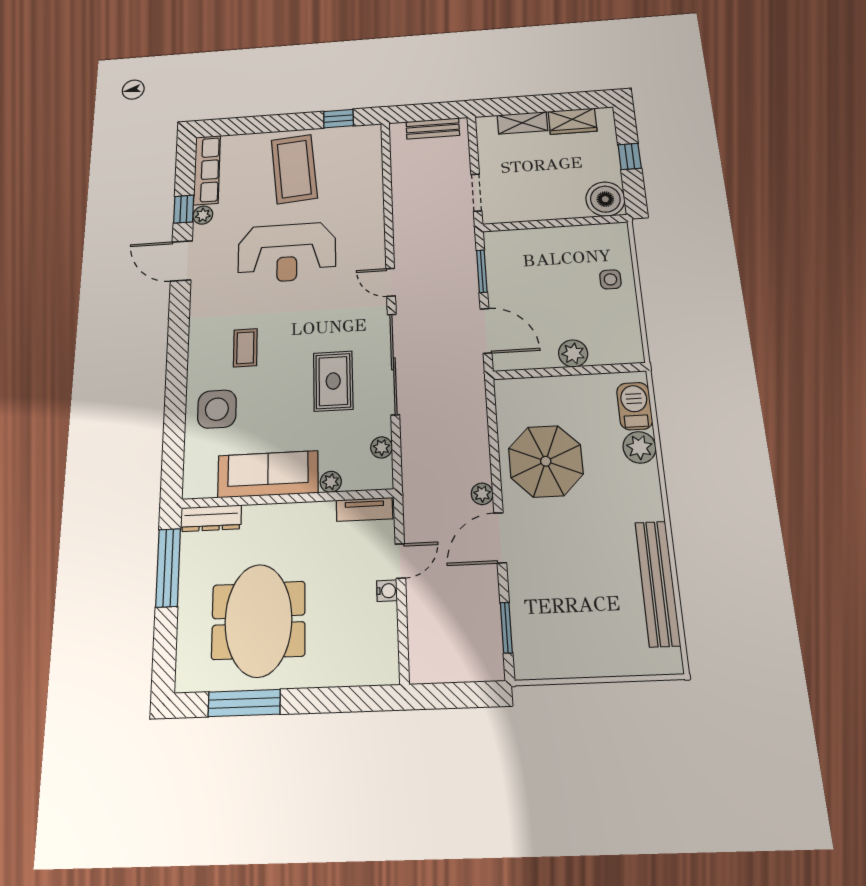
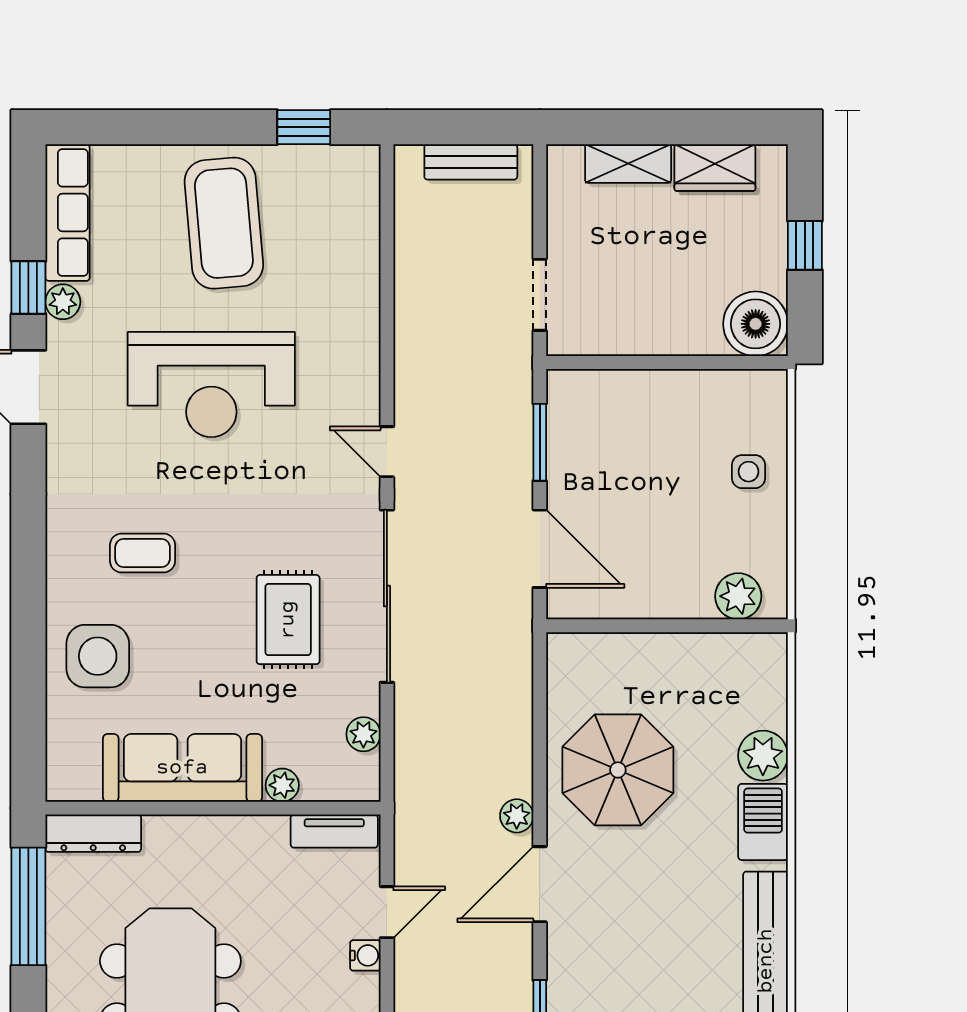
coffee table: (245, 348) -> (143, 553), turned 90
plant: (573, 353) -> (738, 596), moved
barbecue: (635, 406) -> (763, 822), moved

